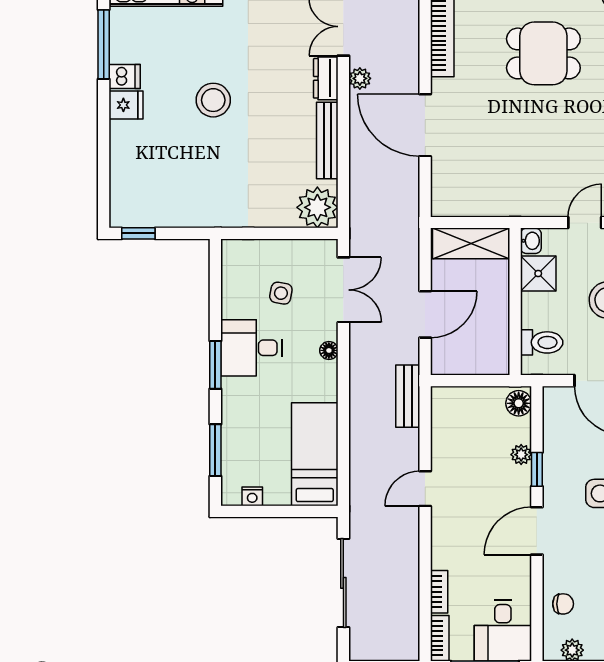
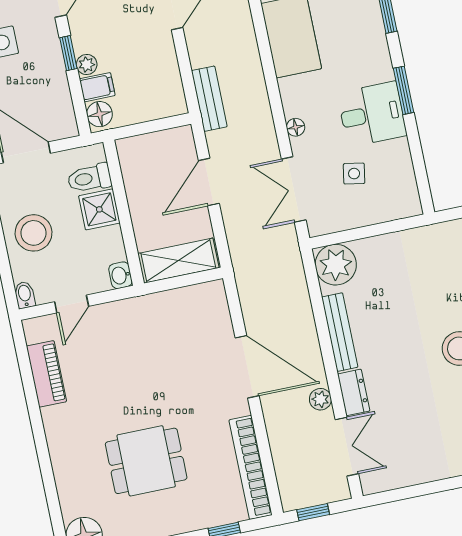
shower: (538, 273) -> (99, 209), moved
filing cabinet: (515, 430) -> (97, 87), added

